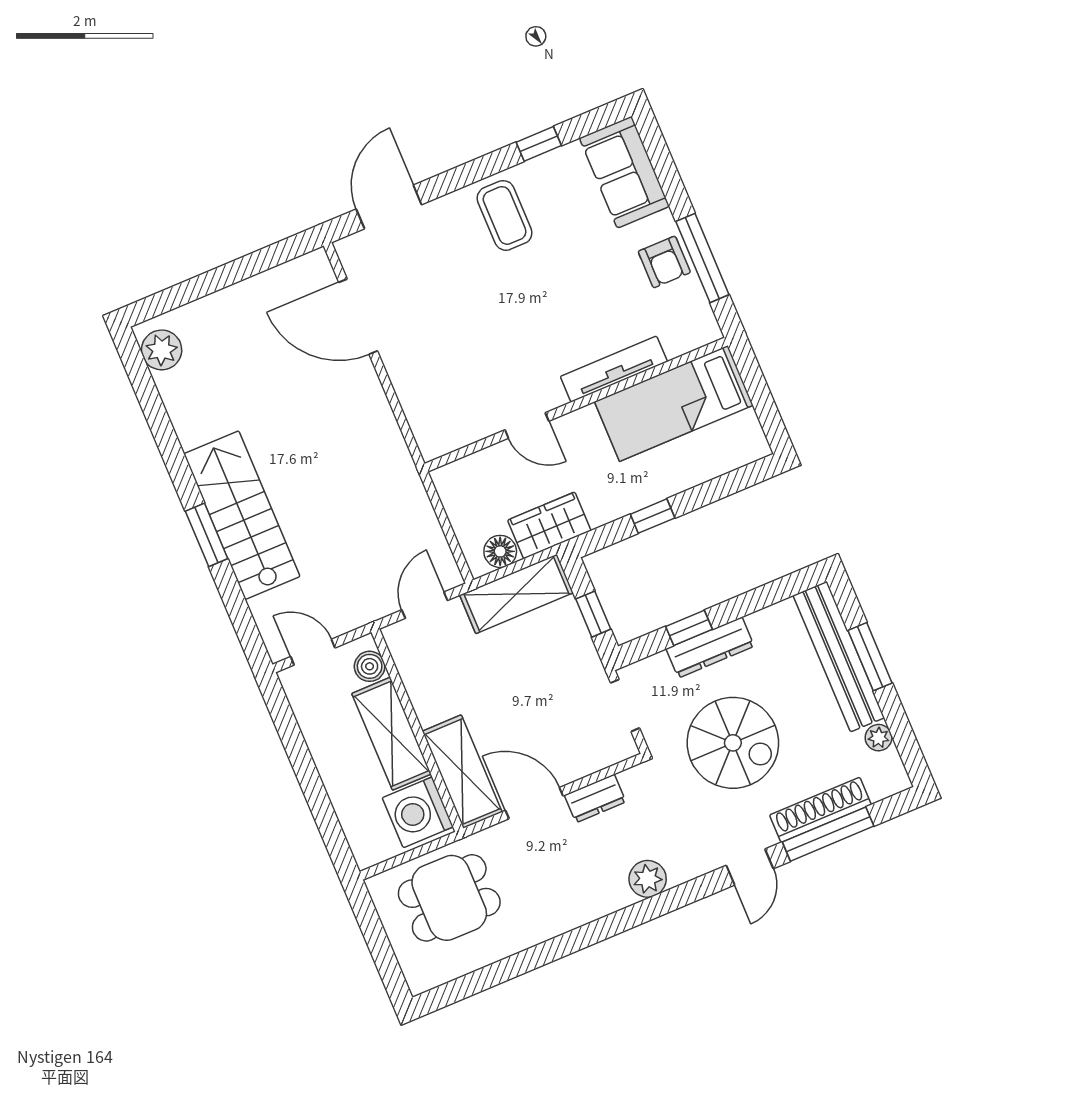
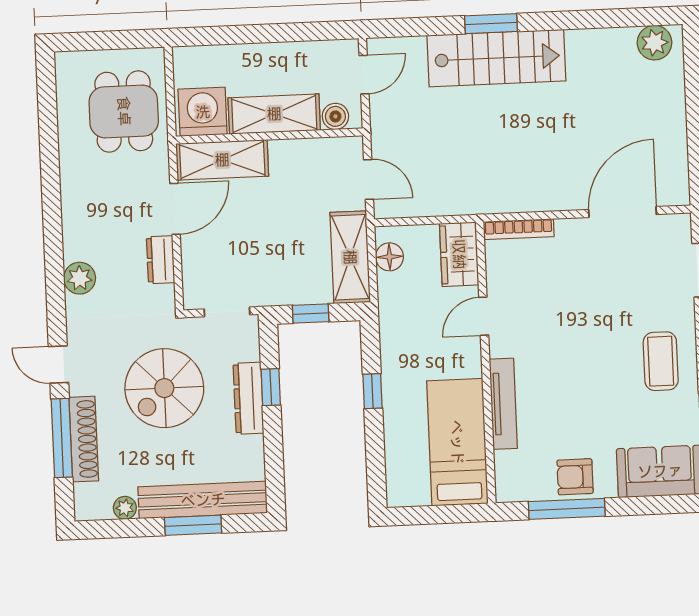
coffee table: (505, 215) -> (661, 361), turned 90
bookcase: (418, 423) -> (519, 229), added
wardrobe: (549, 525) -> (459, 254), moved, turned 180

